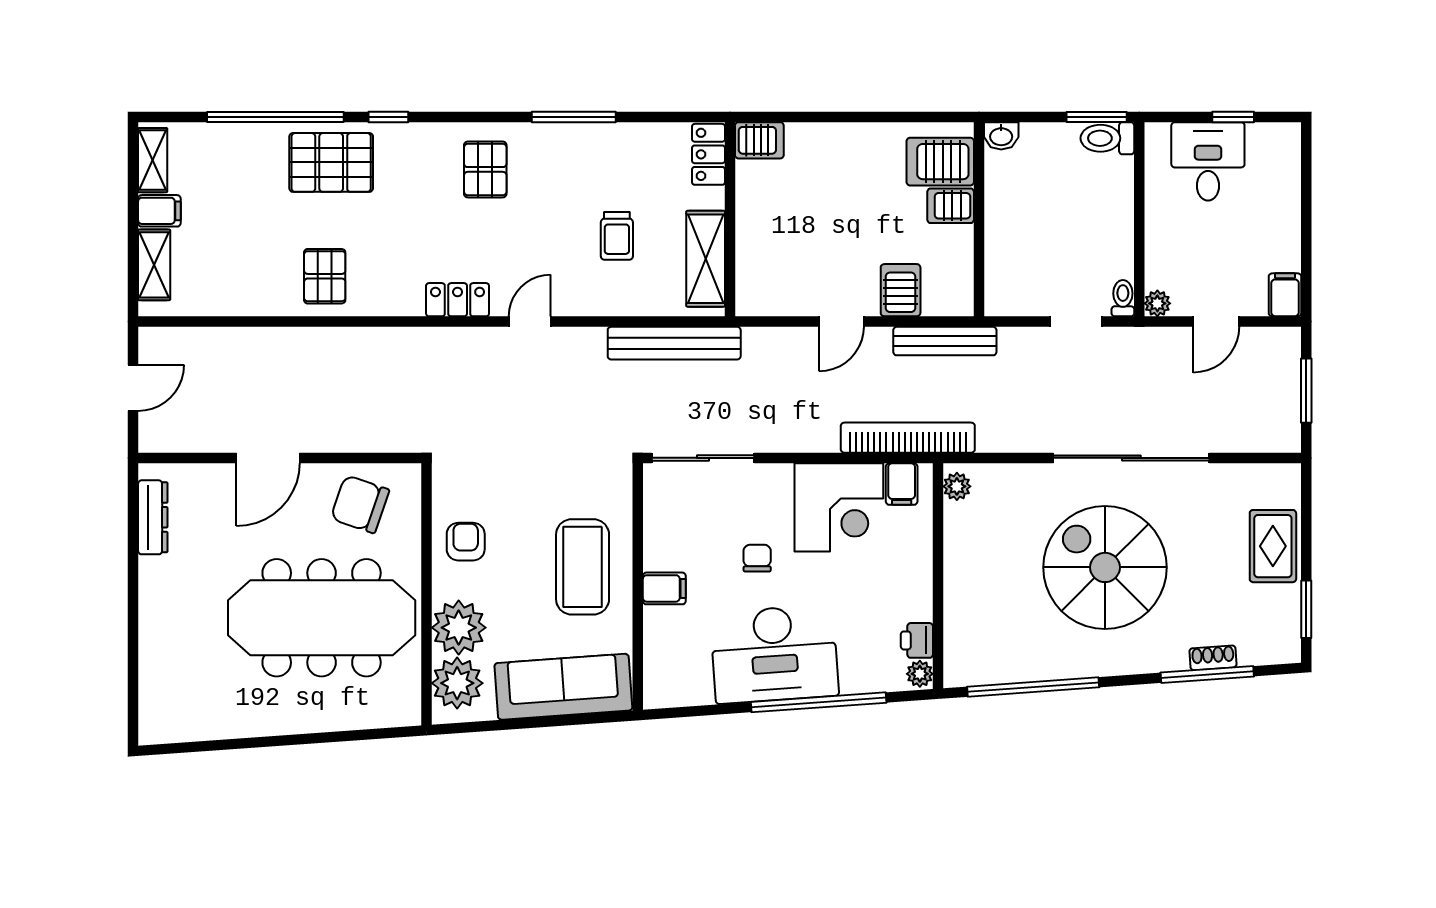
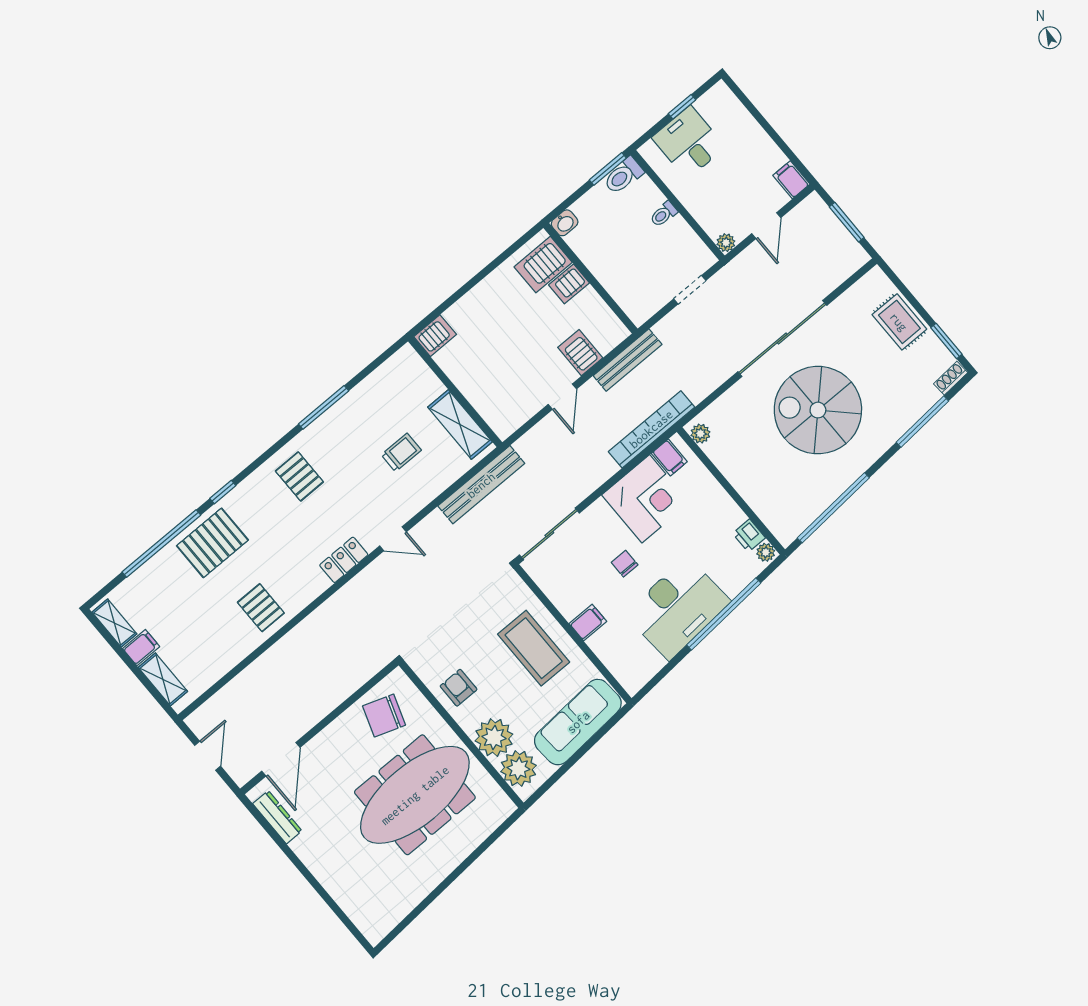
locker: (709, 154) -> (414, 366), removed
trolley: (617, 236) -> (401, 452), turned -90
toilet: (1123, 298) -> (664, 214), moved, turned -90
door: (530, 322) -> (393, 539), swing flipped
door: (268, 458) -> (281, 759), moved
shoe rack: (1213, 658) -> (951, 378), moved

